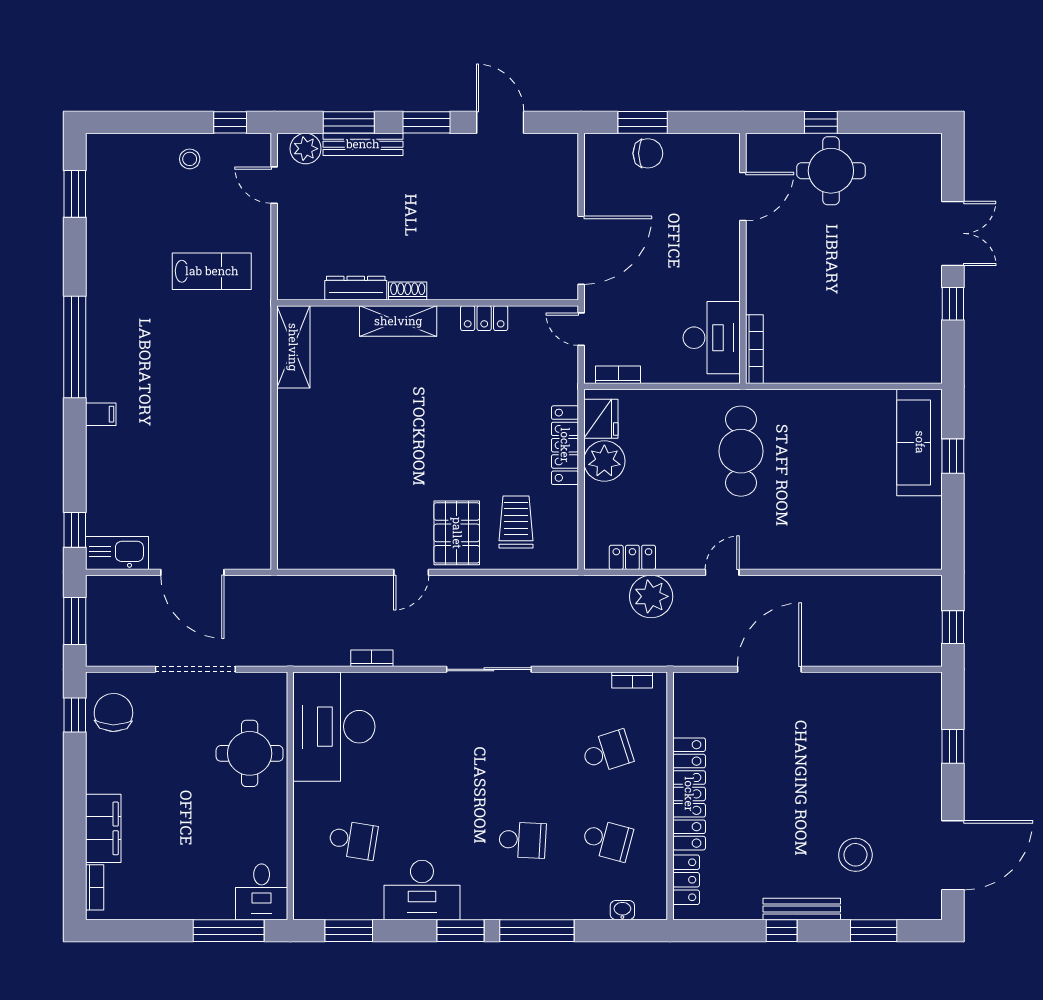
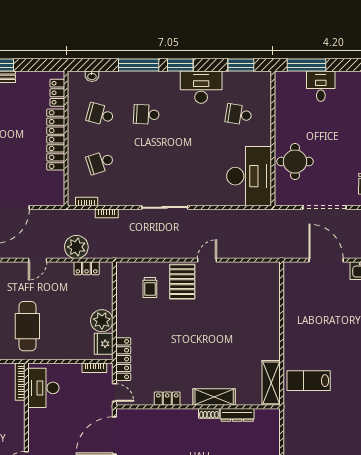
lab bench: (212, 271) -> (309, 381), moved
locker: (565, 445) -> (123, 359), moved
trolley: (516, 522) -> (150, 287), width x0.73, depth x0.72
bookcase: (372, 658) -> (107, 213), moved
desk: (262, 892) -> (321, 86), moved

